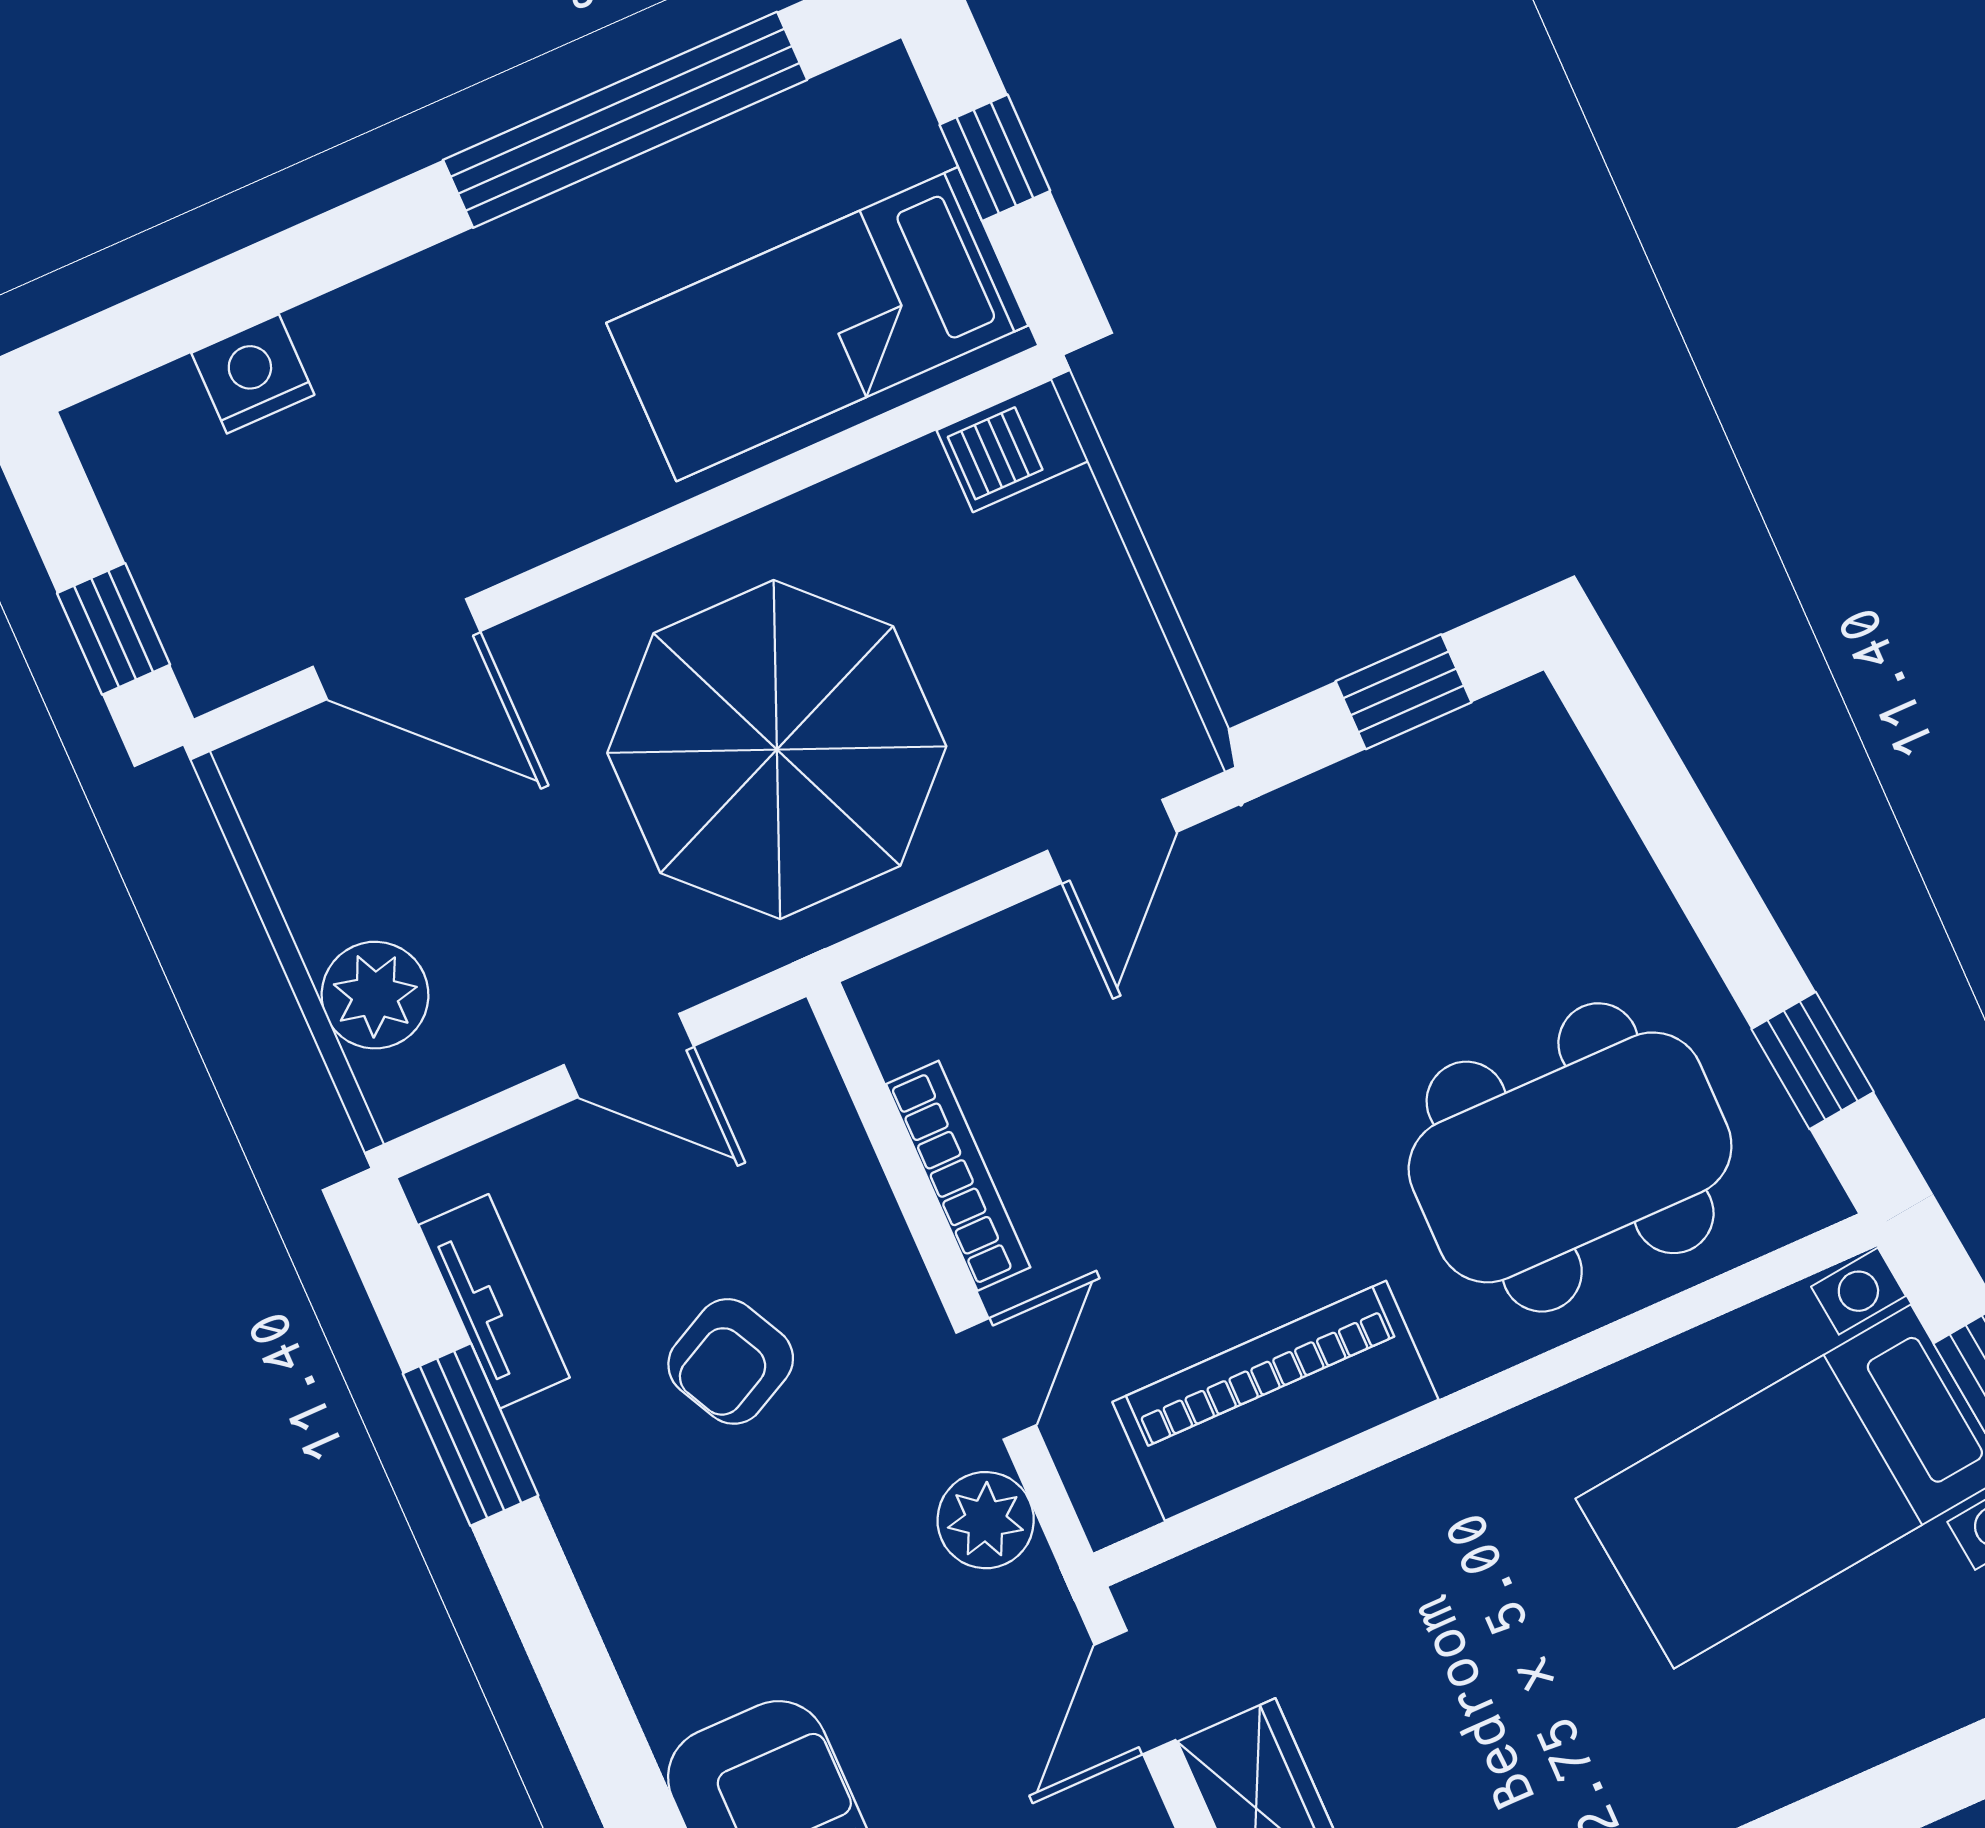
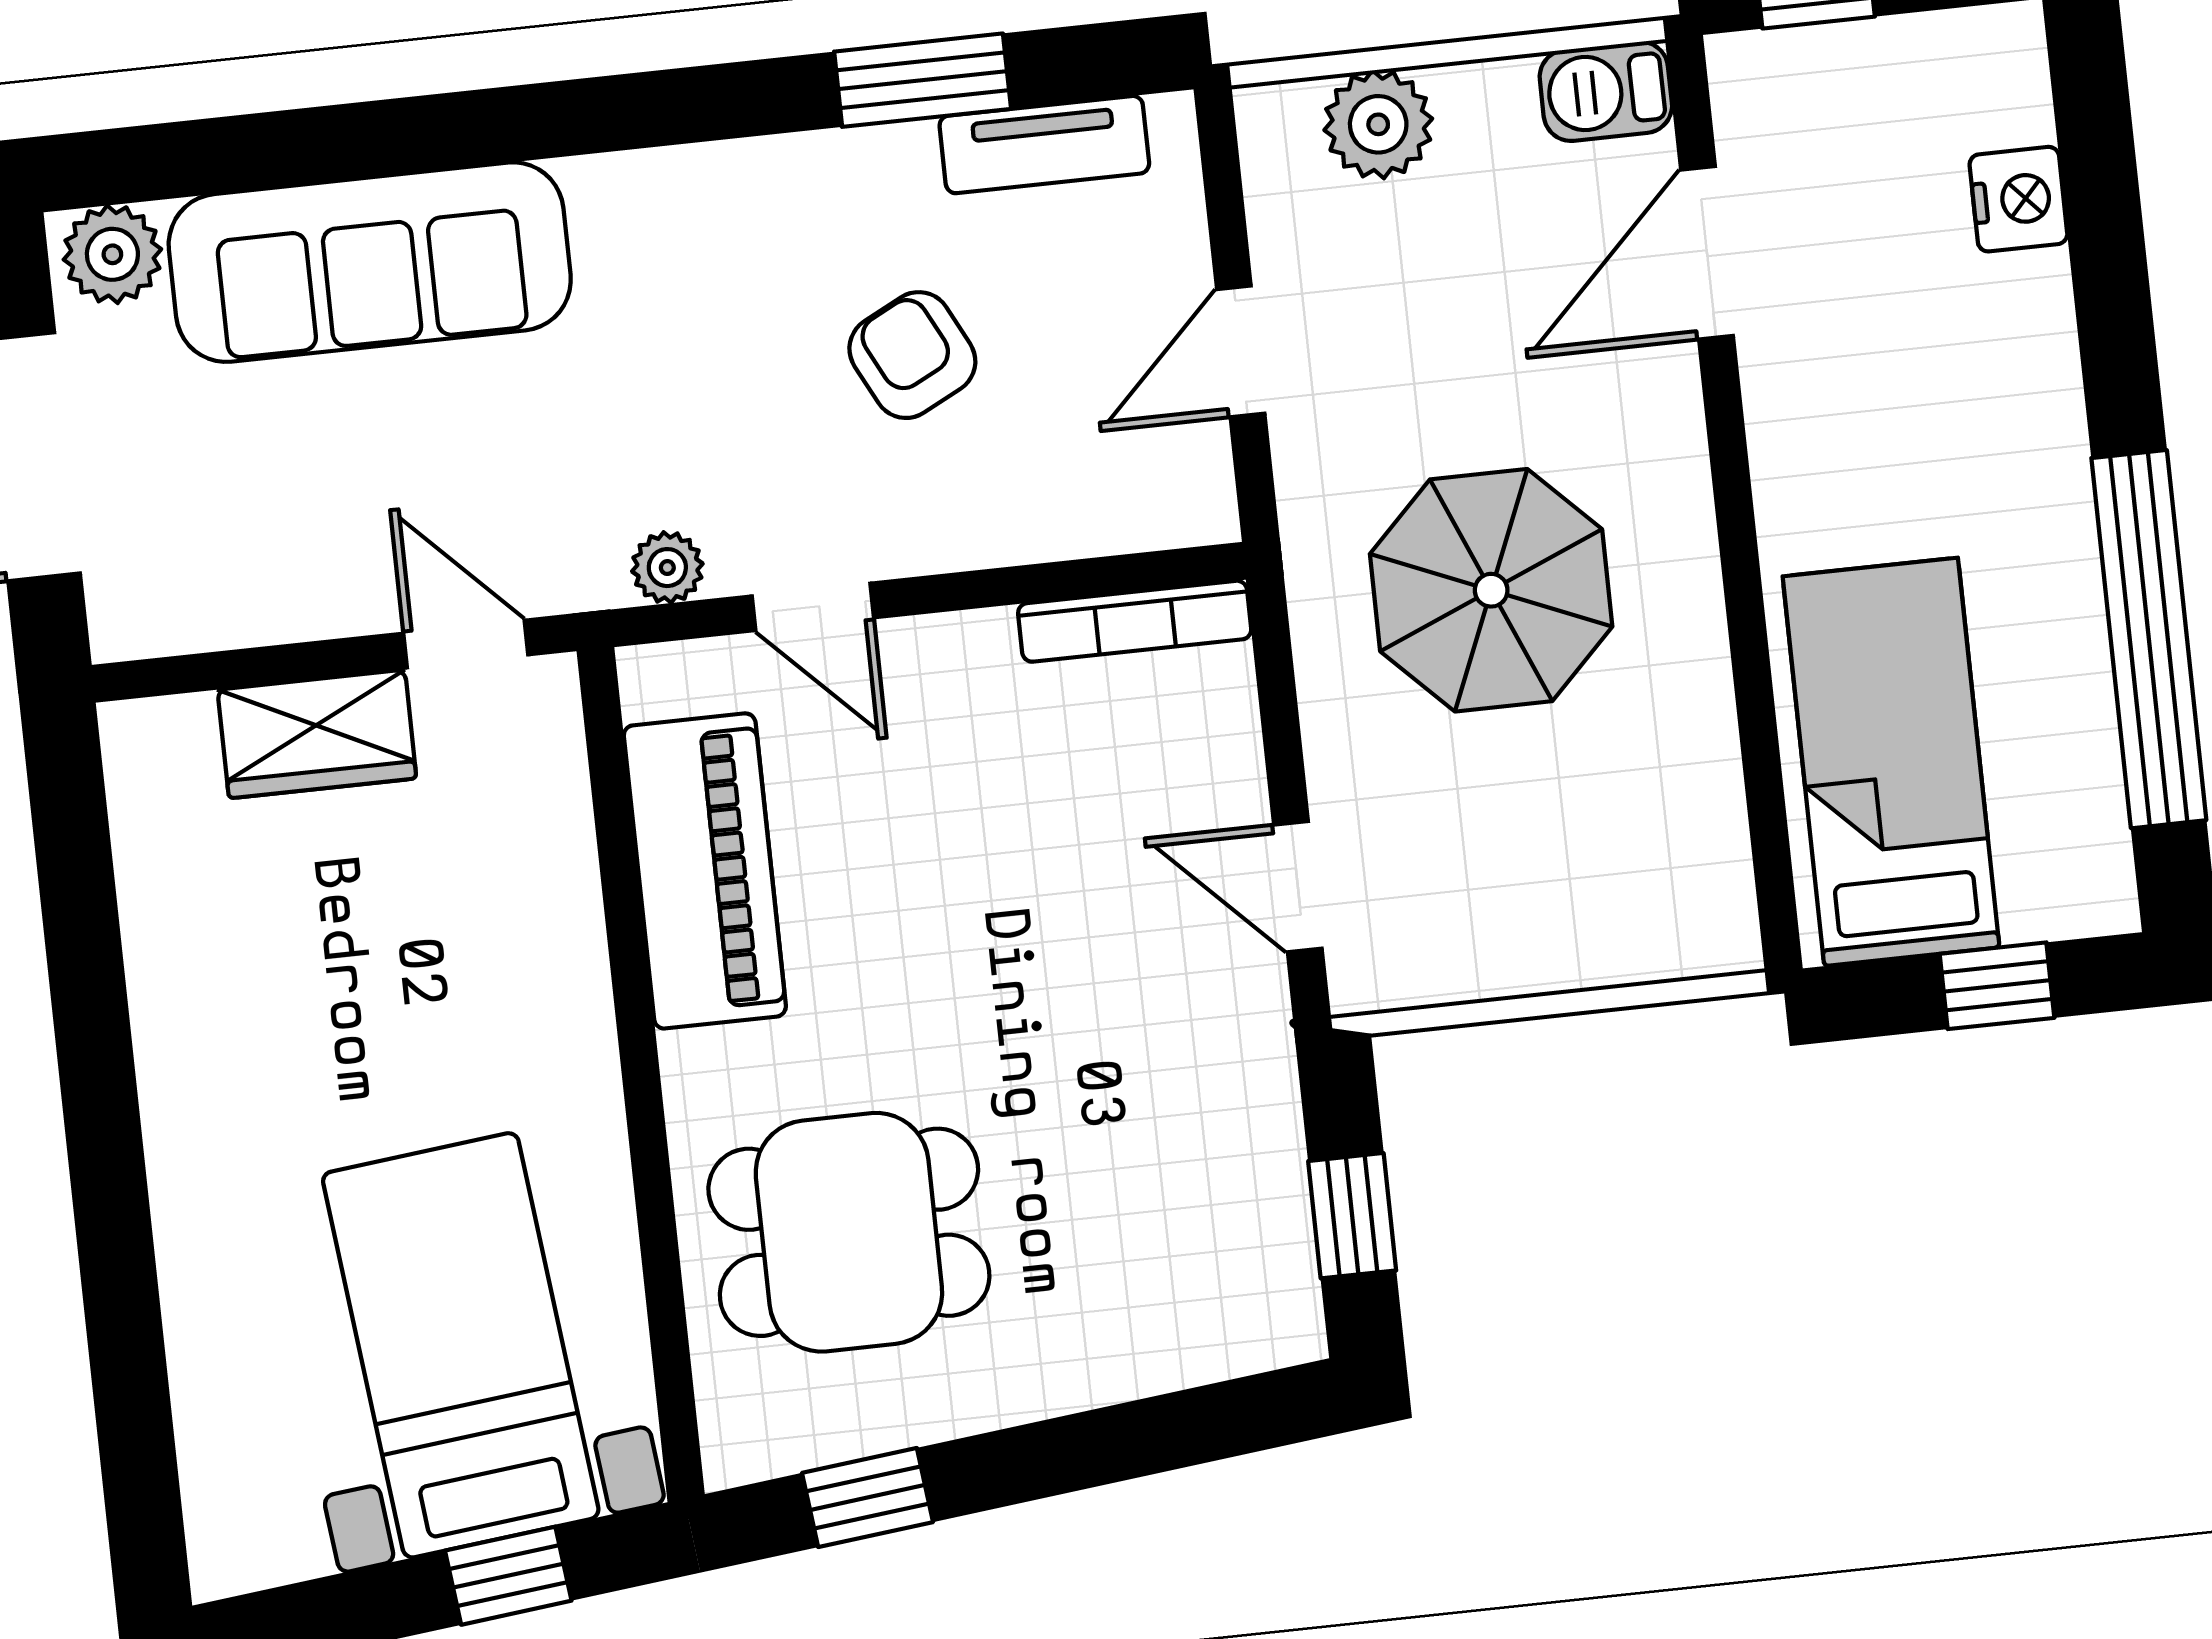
barbecue: (1012, 446) -> (1606, 91), moved, turned -90
parasol: (777, 750) -> (1491, 590), width x0.73, depth x0.73
dining table: (1570, 1157) -> (849, 1232), width x0.73
bookcase: (958, 1176) -> (1135, 621), moved
plant: (986, 1520) -> (667, 568), width x0.73, depth x0.73

